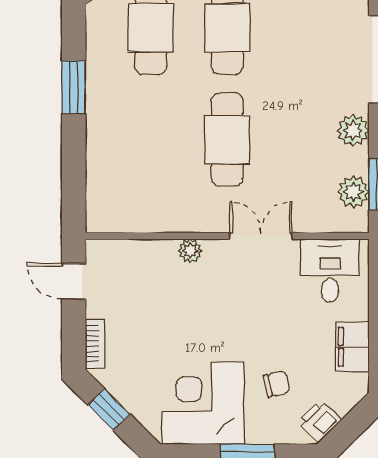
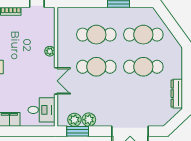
plant: (353, 131) -> (89, 120), moved
cafe table: (151, 140) -> (96, 35), added

